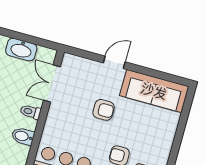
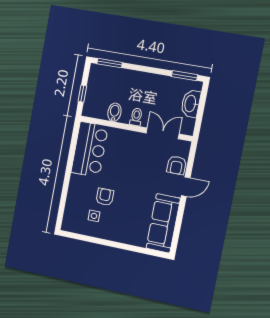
door: (114, 62) -> (186, 187), hinge flipped
armchair: (104, 110) -> (177, 165), moved

